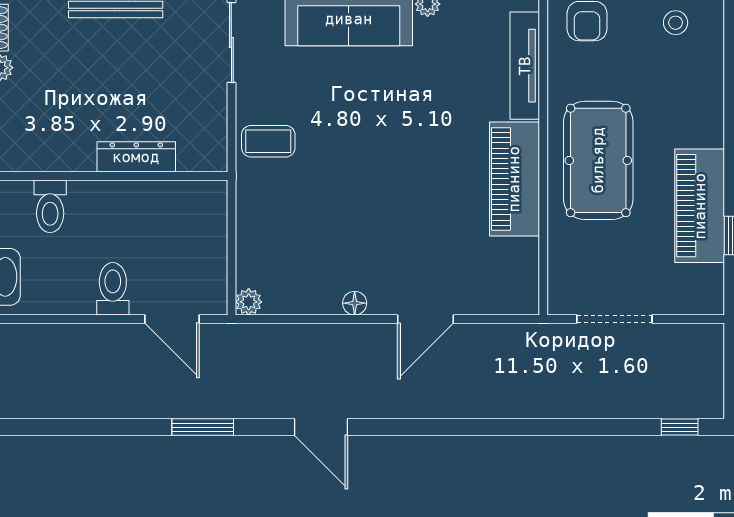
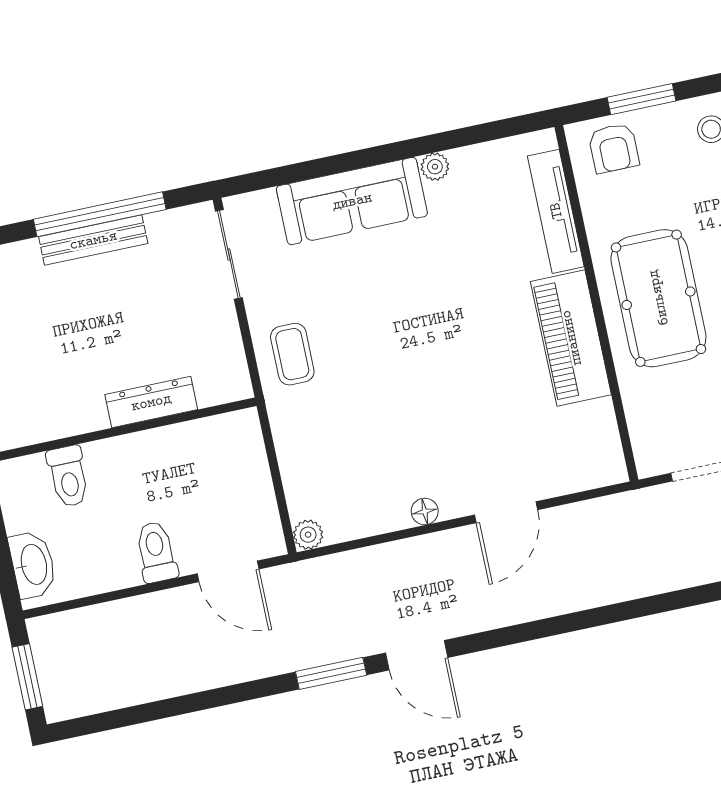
coffee table: (268, 141) -> (292, 354), turned 90
window: (203, 427) -> (331, 673), moved

